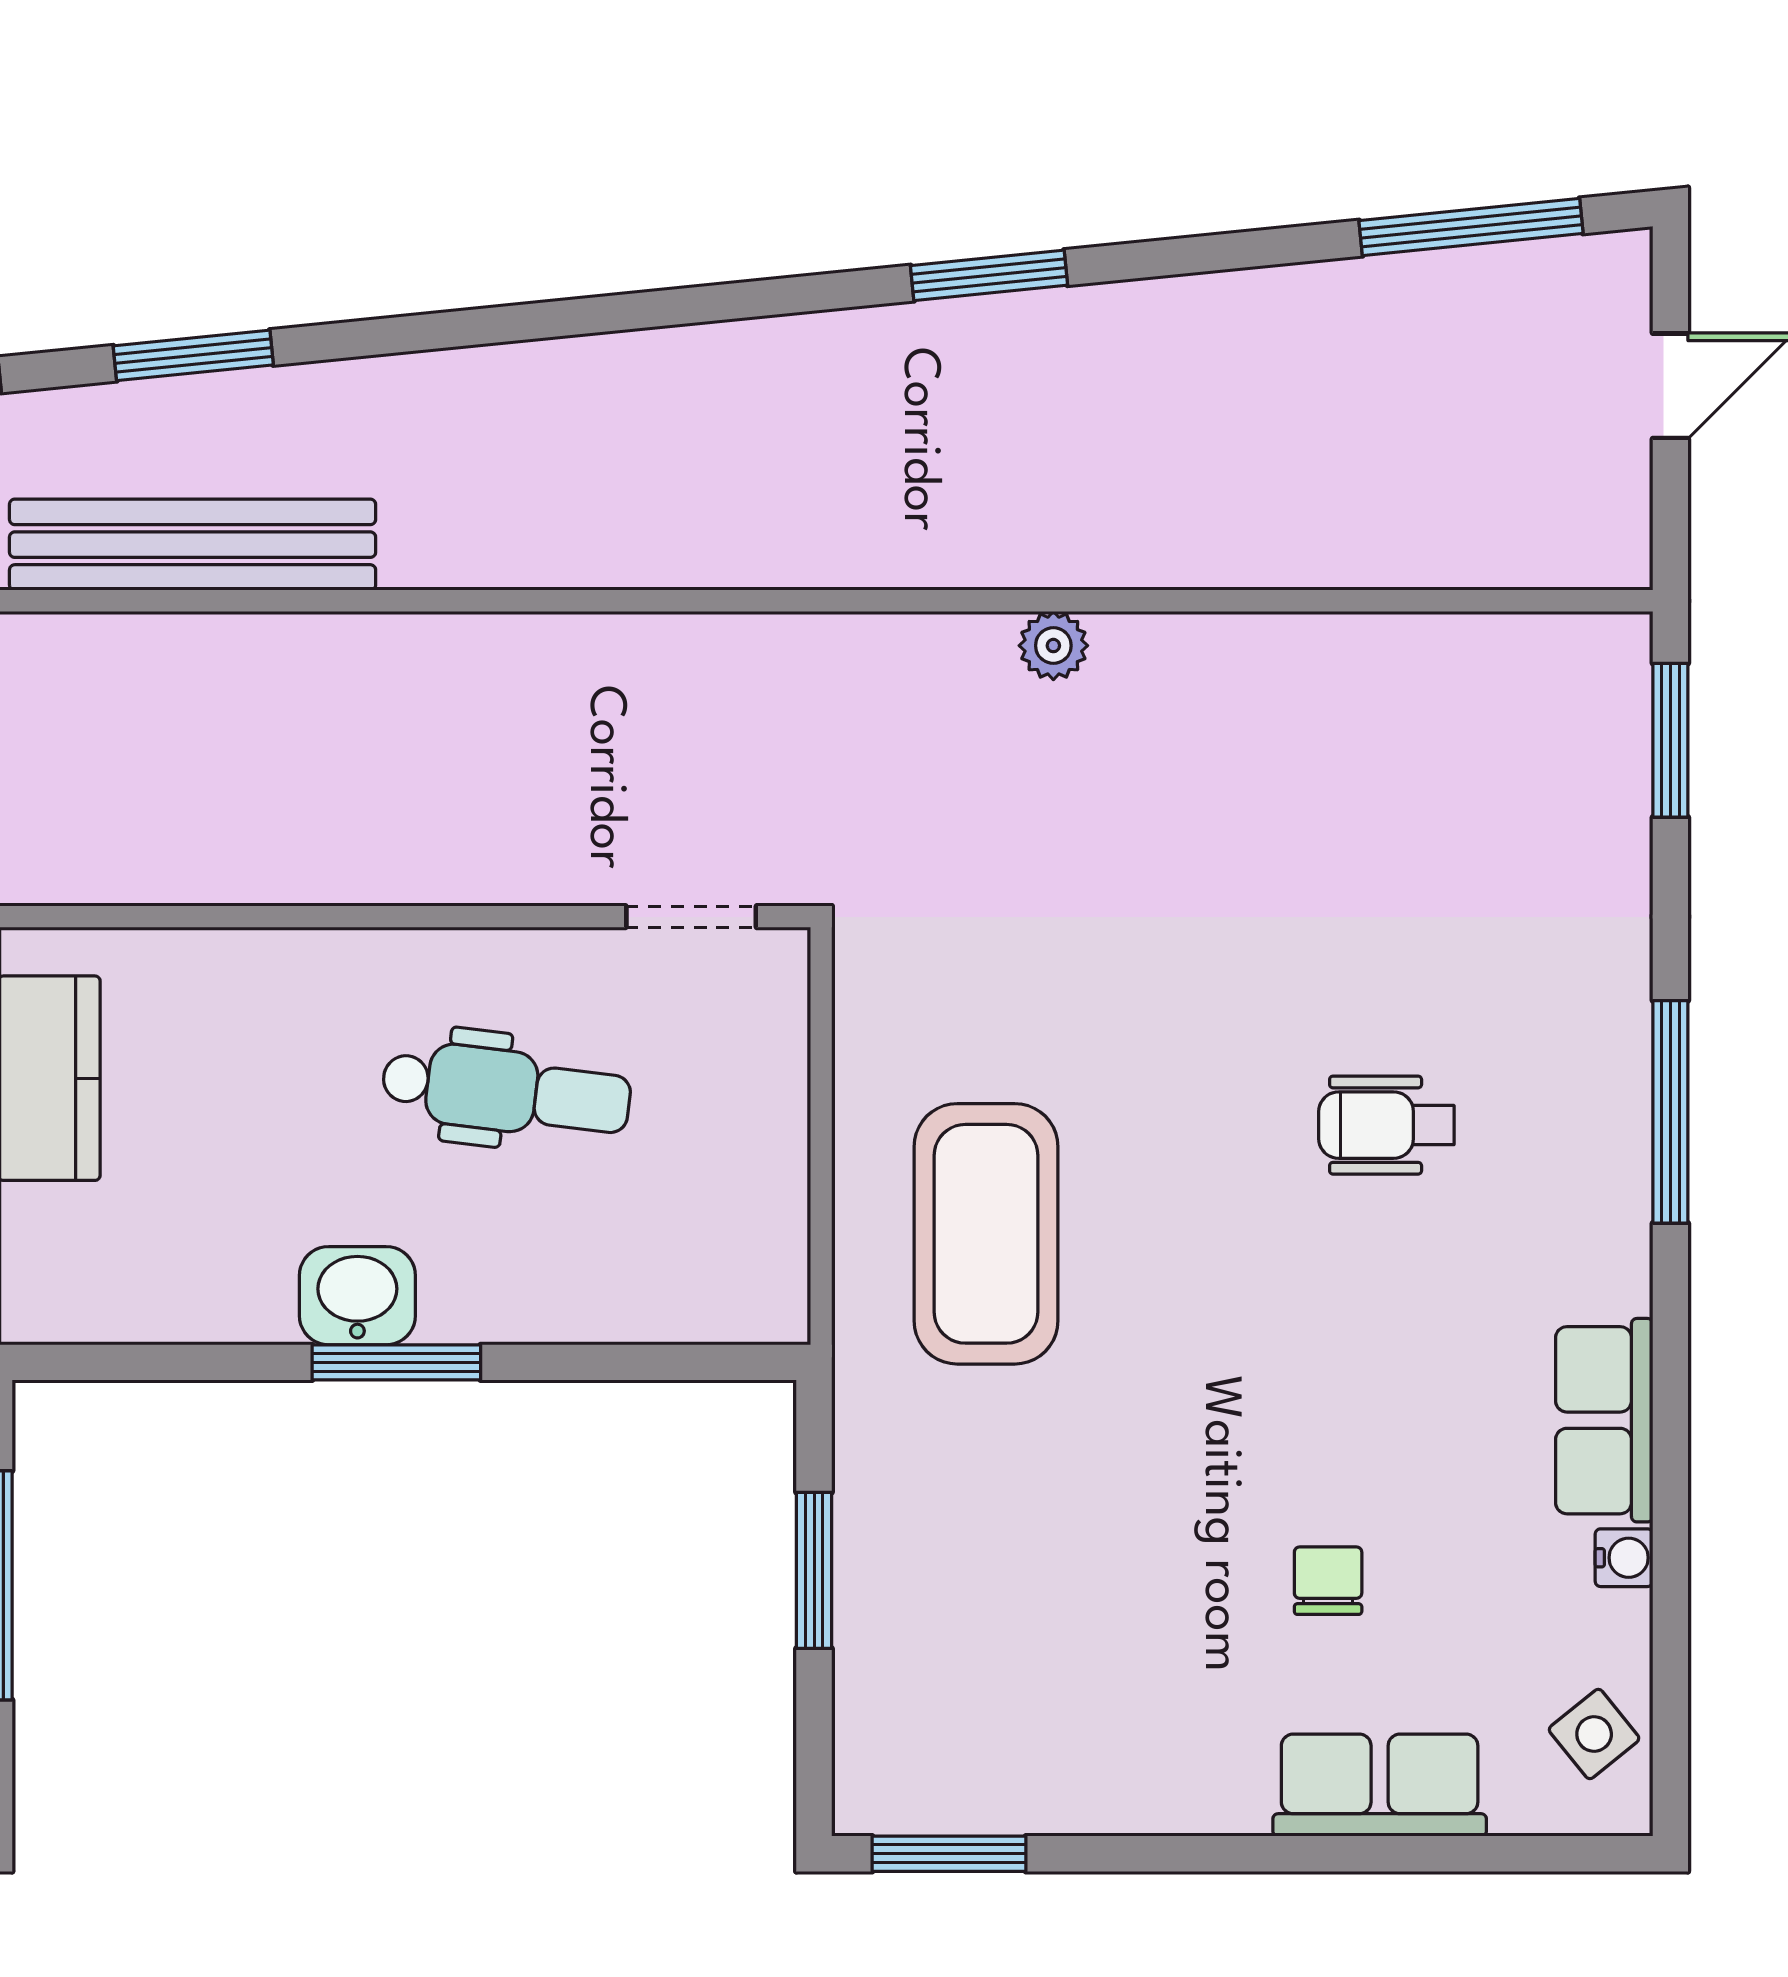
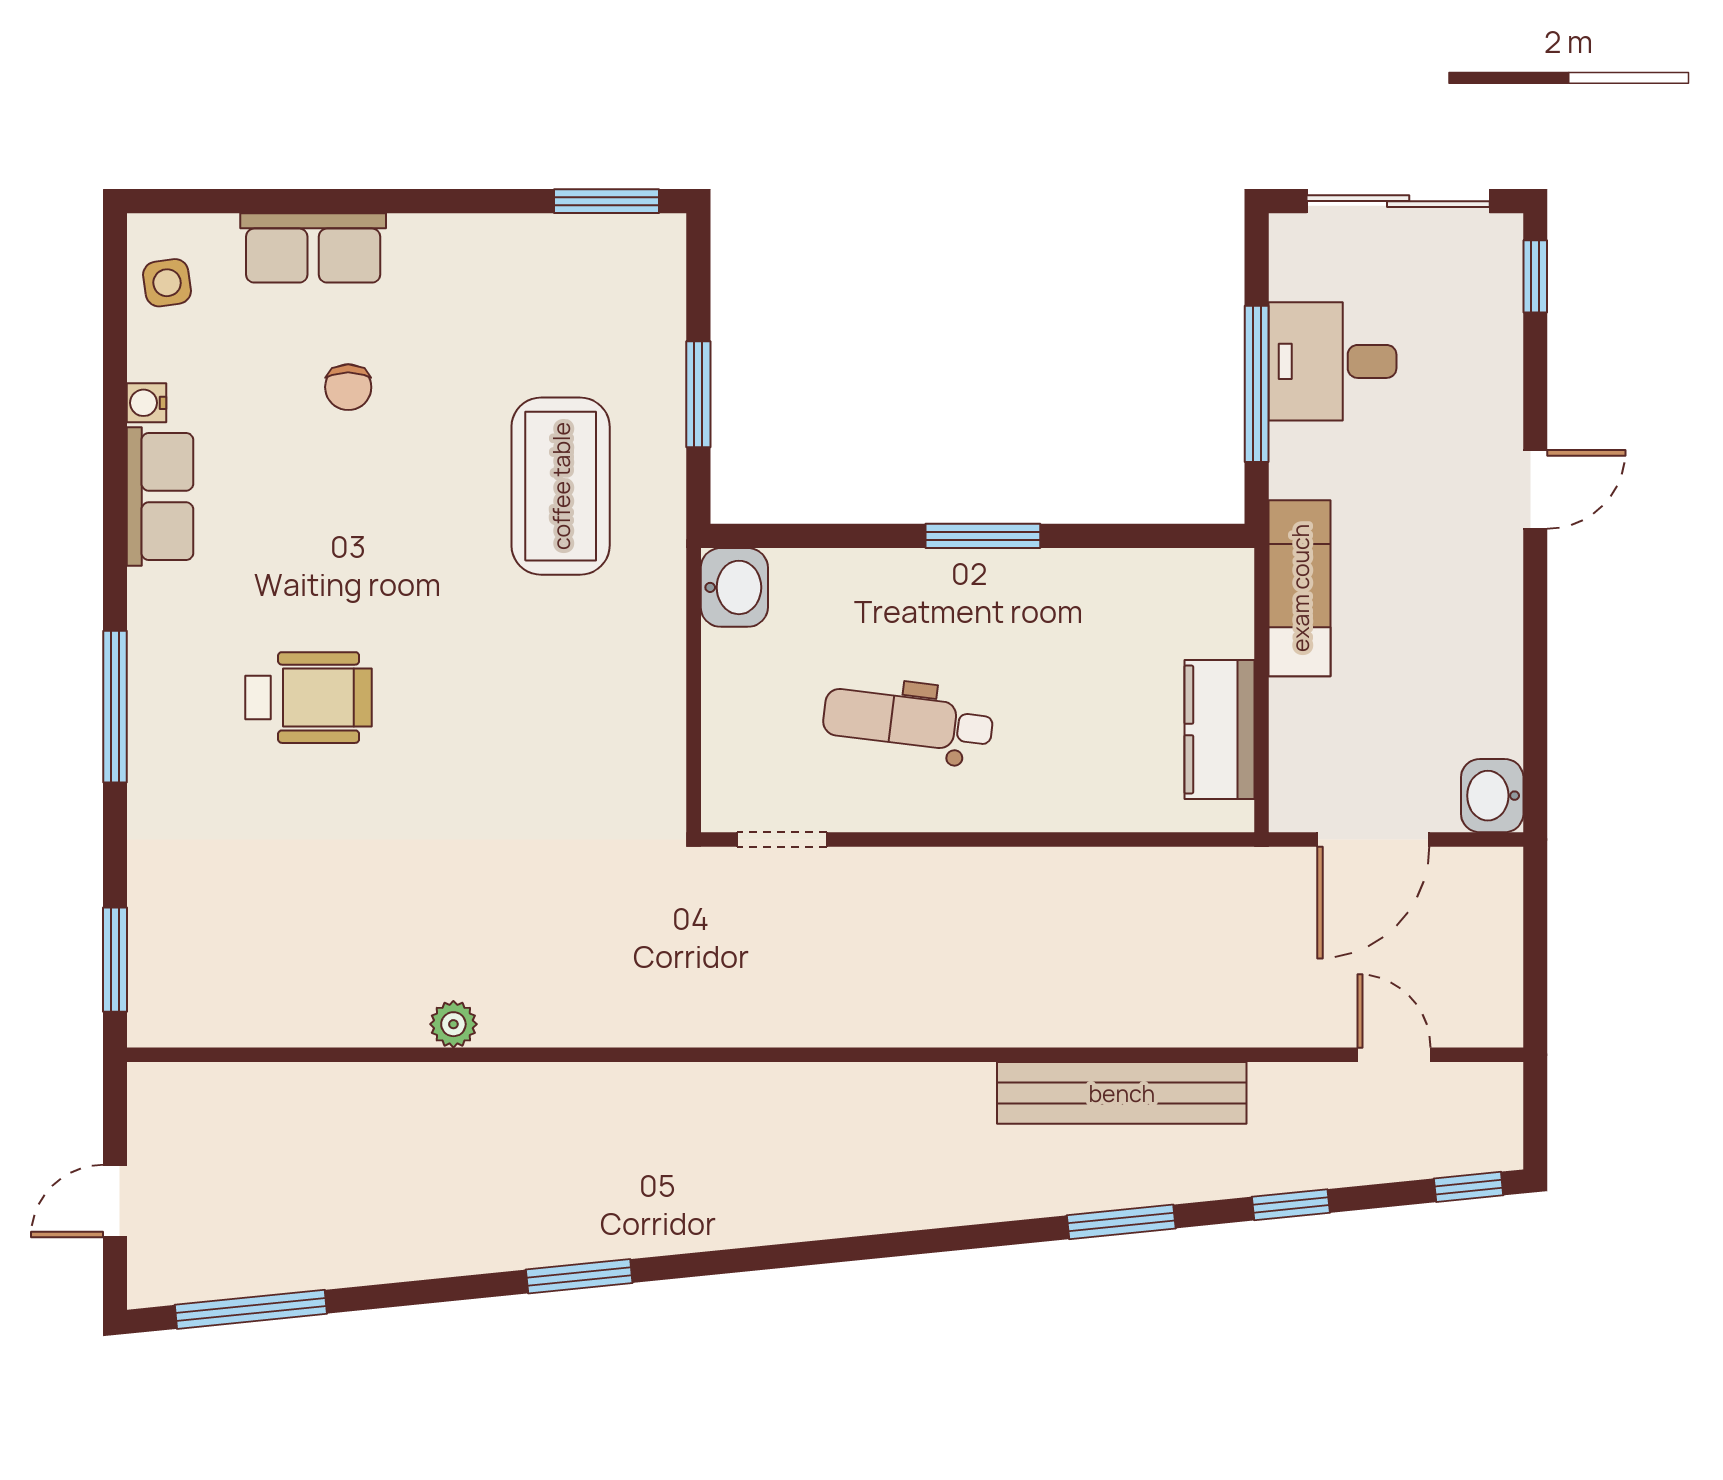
plant: (1053, 646) -> (453, 1024), moved
wheelchair: (1386, 1125) -> (308, 698), width x1.36, depth x1.37
coffee table: (986, 1234) -> (561, 486), moved
washbasin: (357, 1296) -> (734, 587), moved, turned -90
side table: (1594, 1734) -> (167, 283), turned 31

